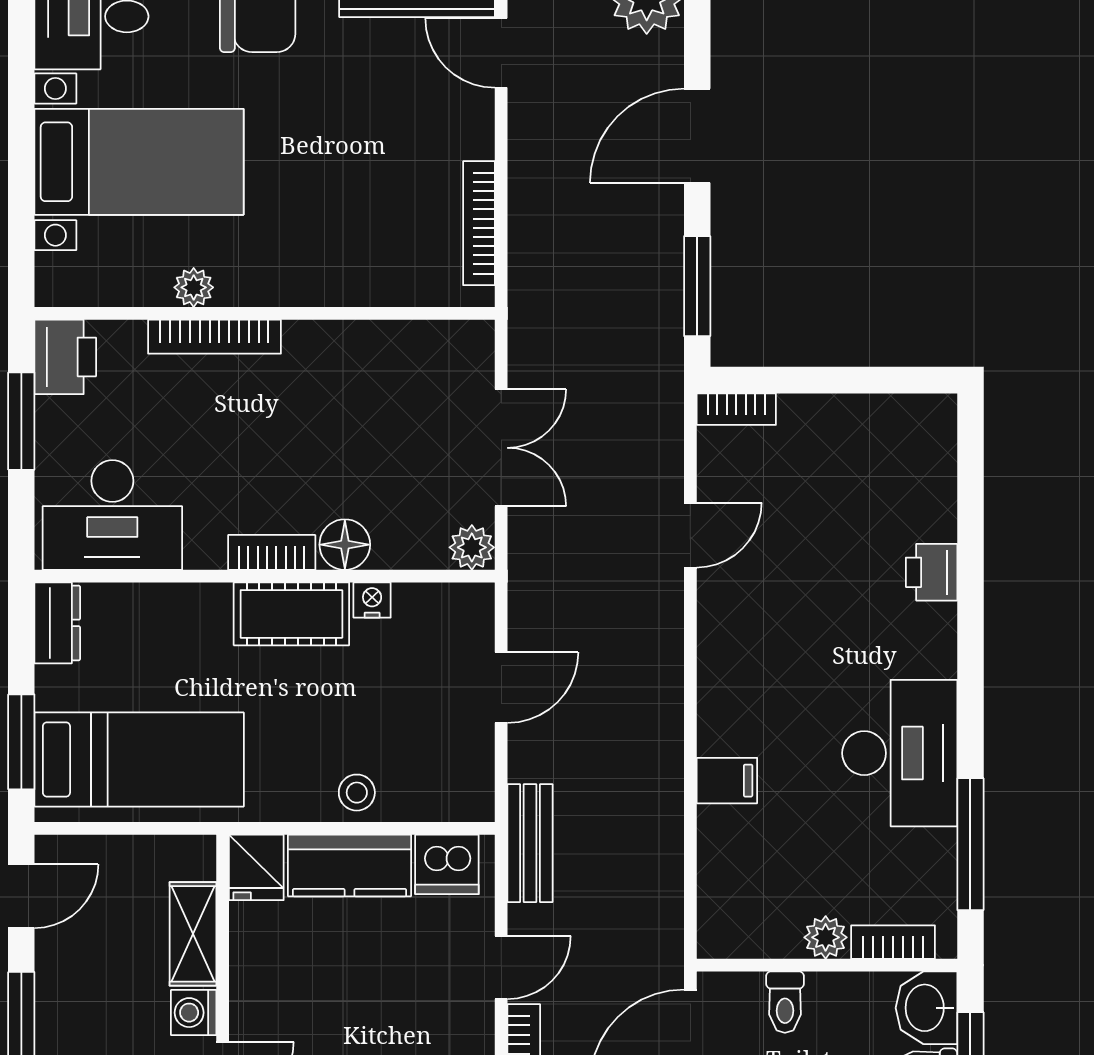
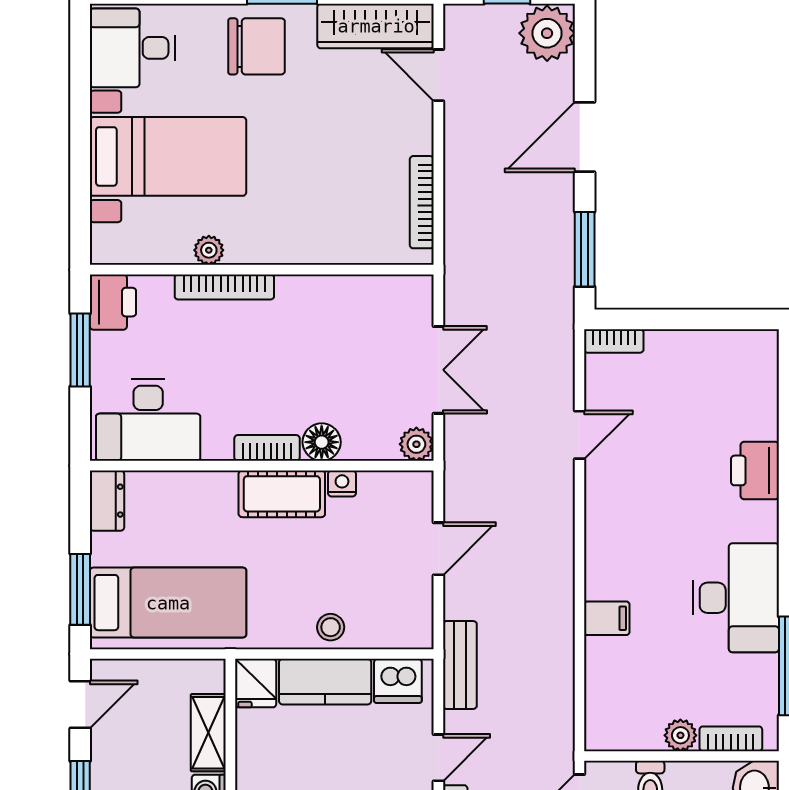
printer: (932, 572) -> (755, 470), width x1.36, depth x1.24

